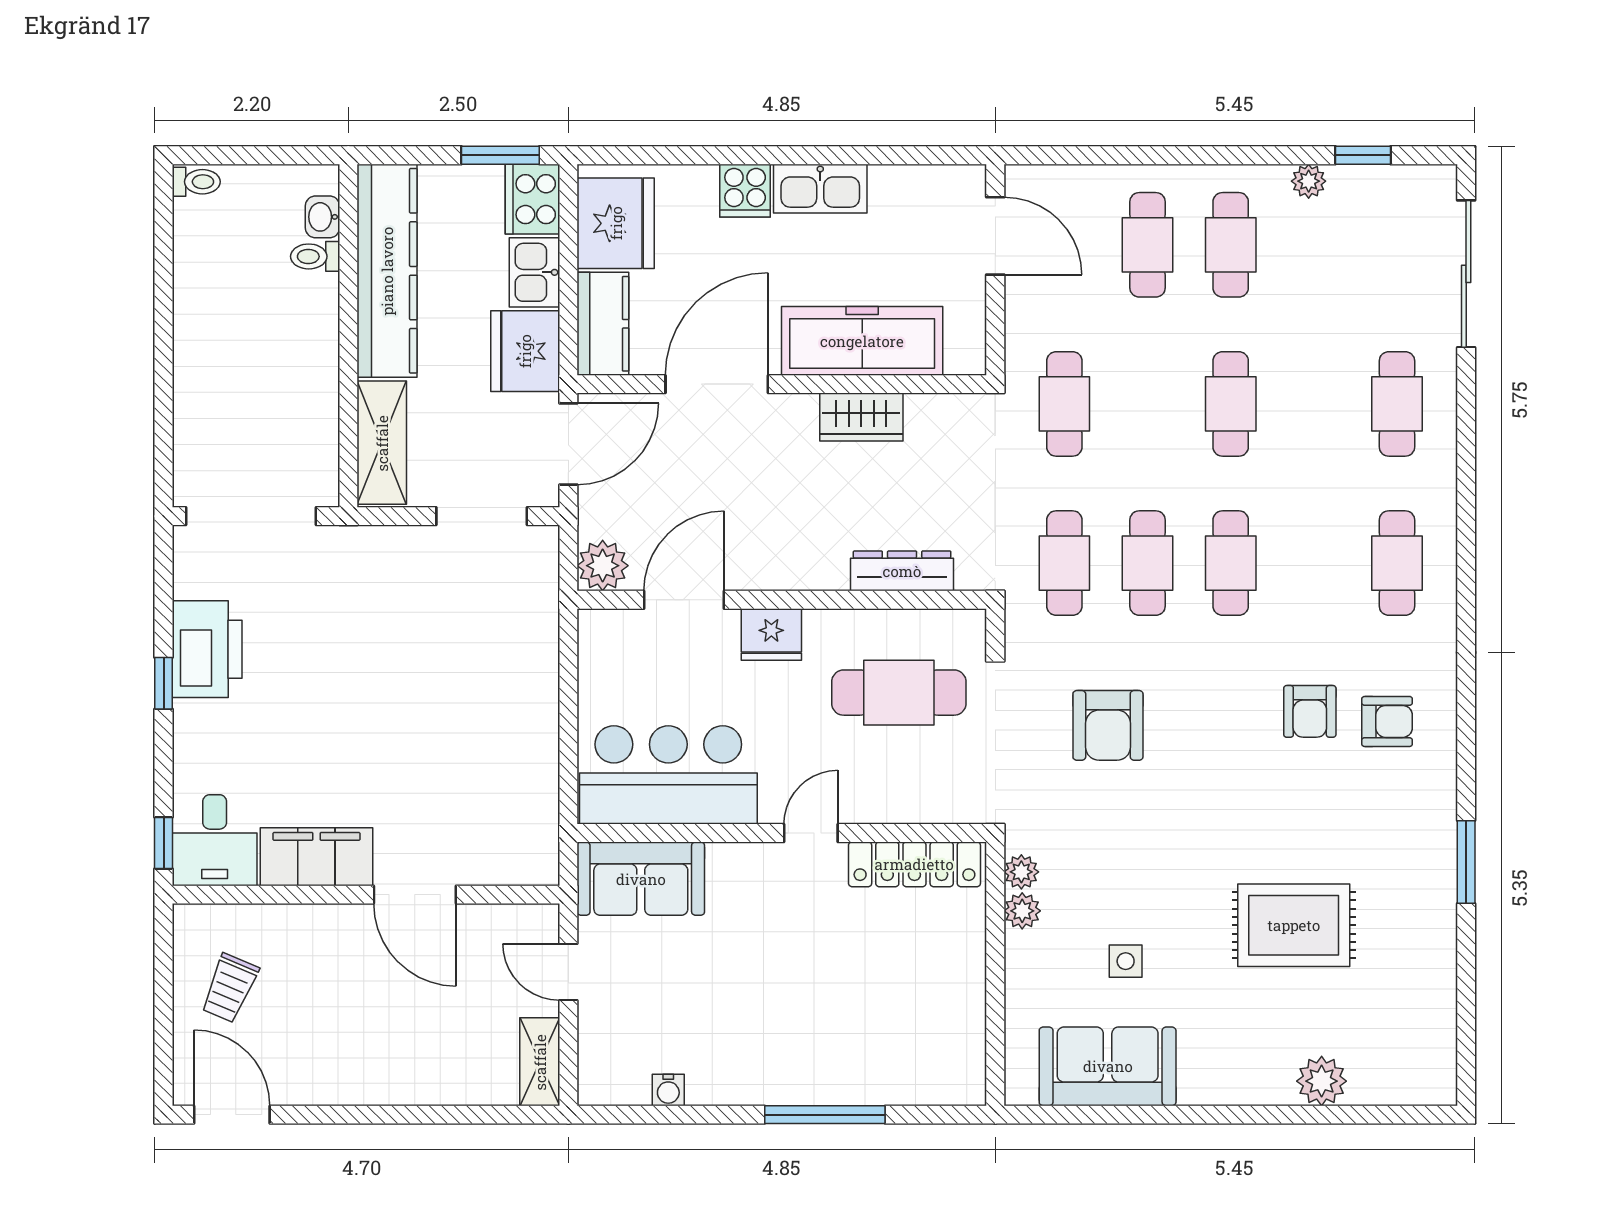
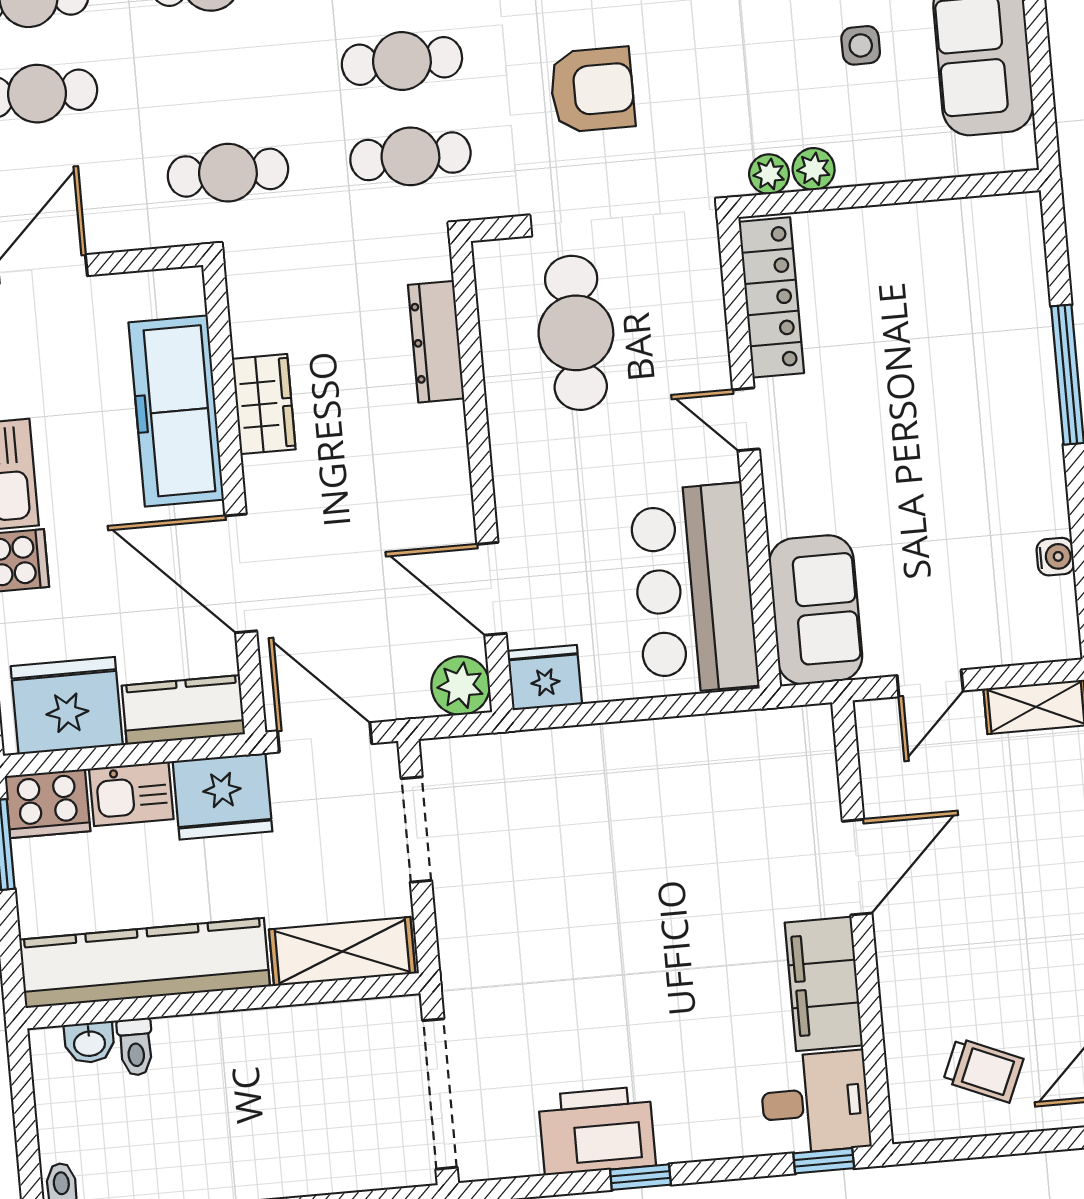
fridge: (771, 634) -> (545, 678), moved, turned -90

